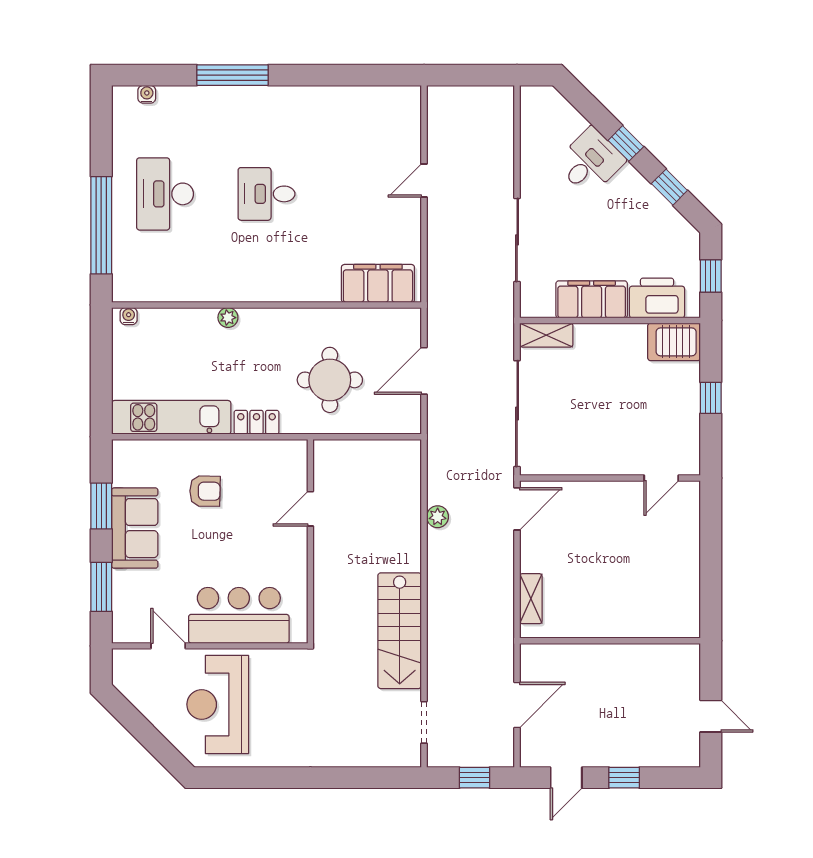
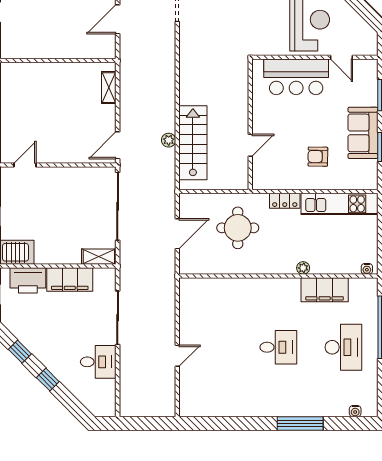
desk: (590, 162) -> (98, 362), moved, turned -135
filing cabinet: (378, 283) -> (325, 290), moved
stairs: (400, 631) -> (193, 143), moved

